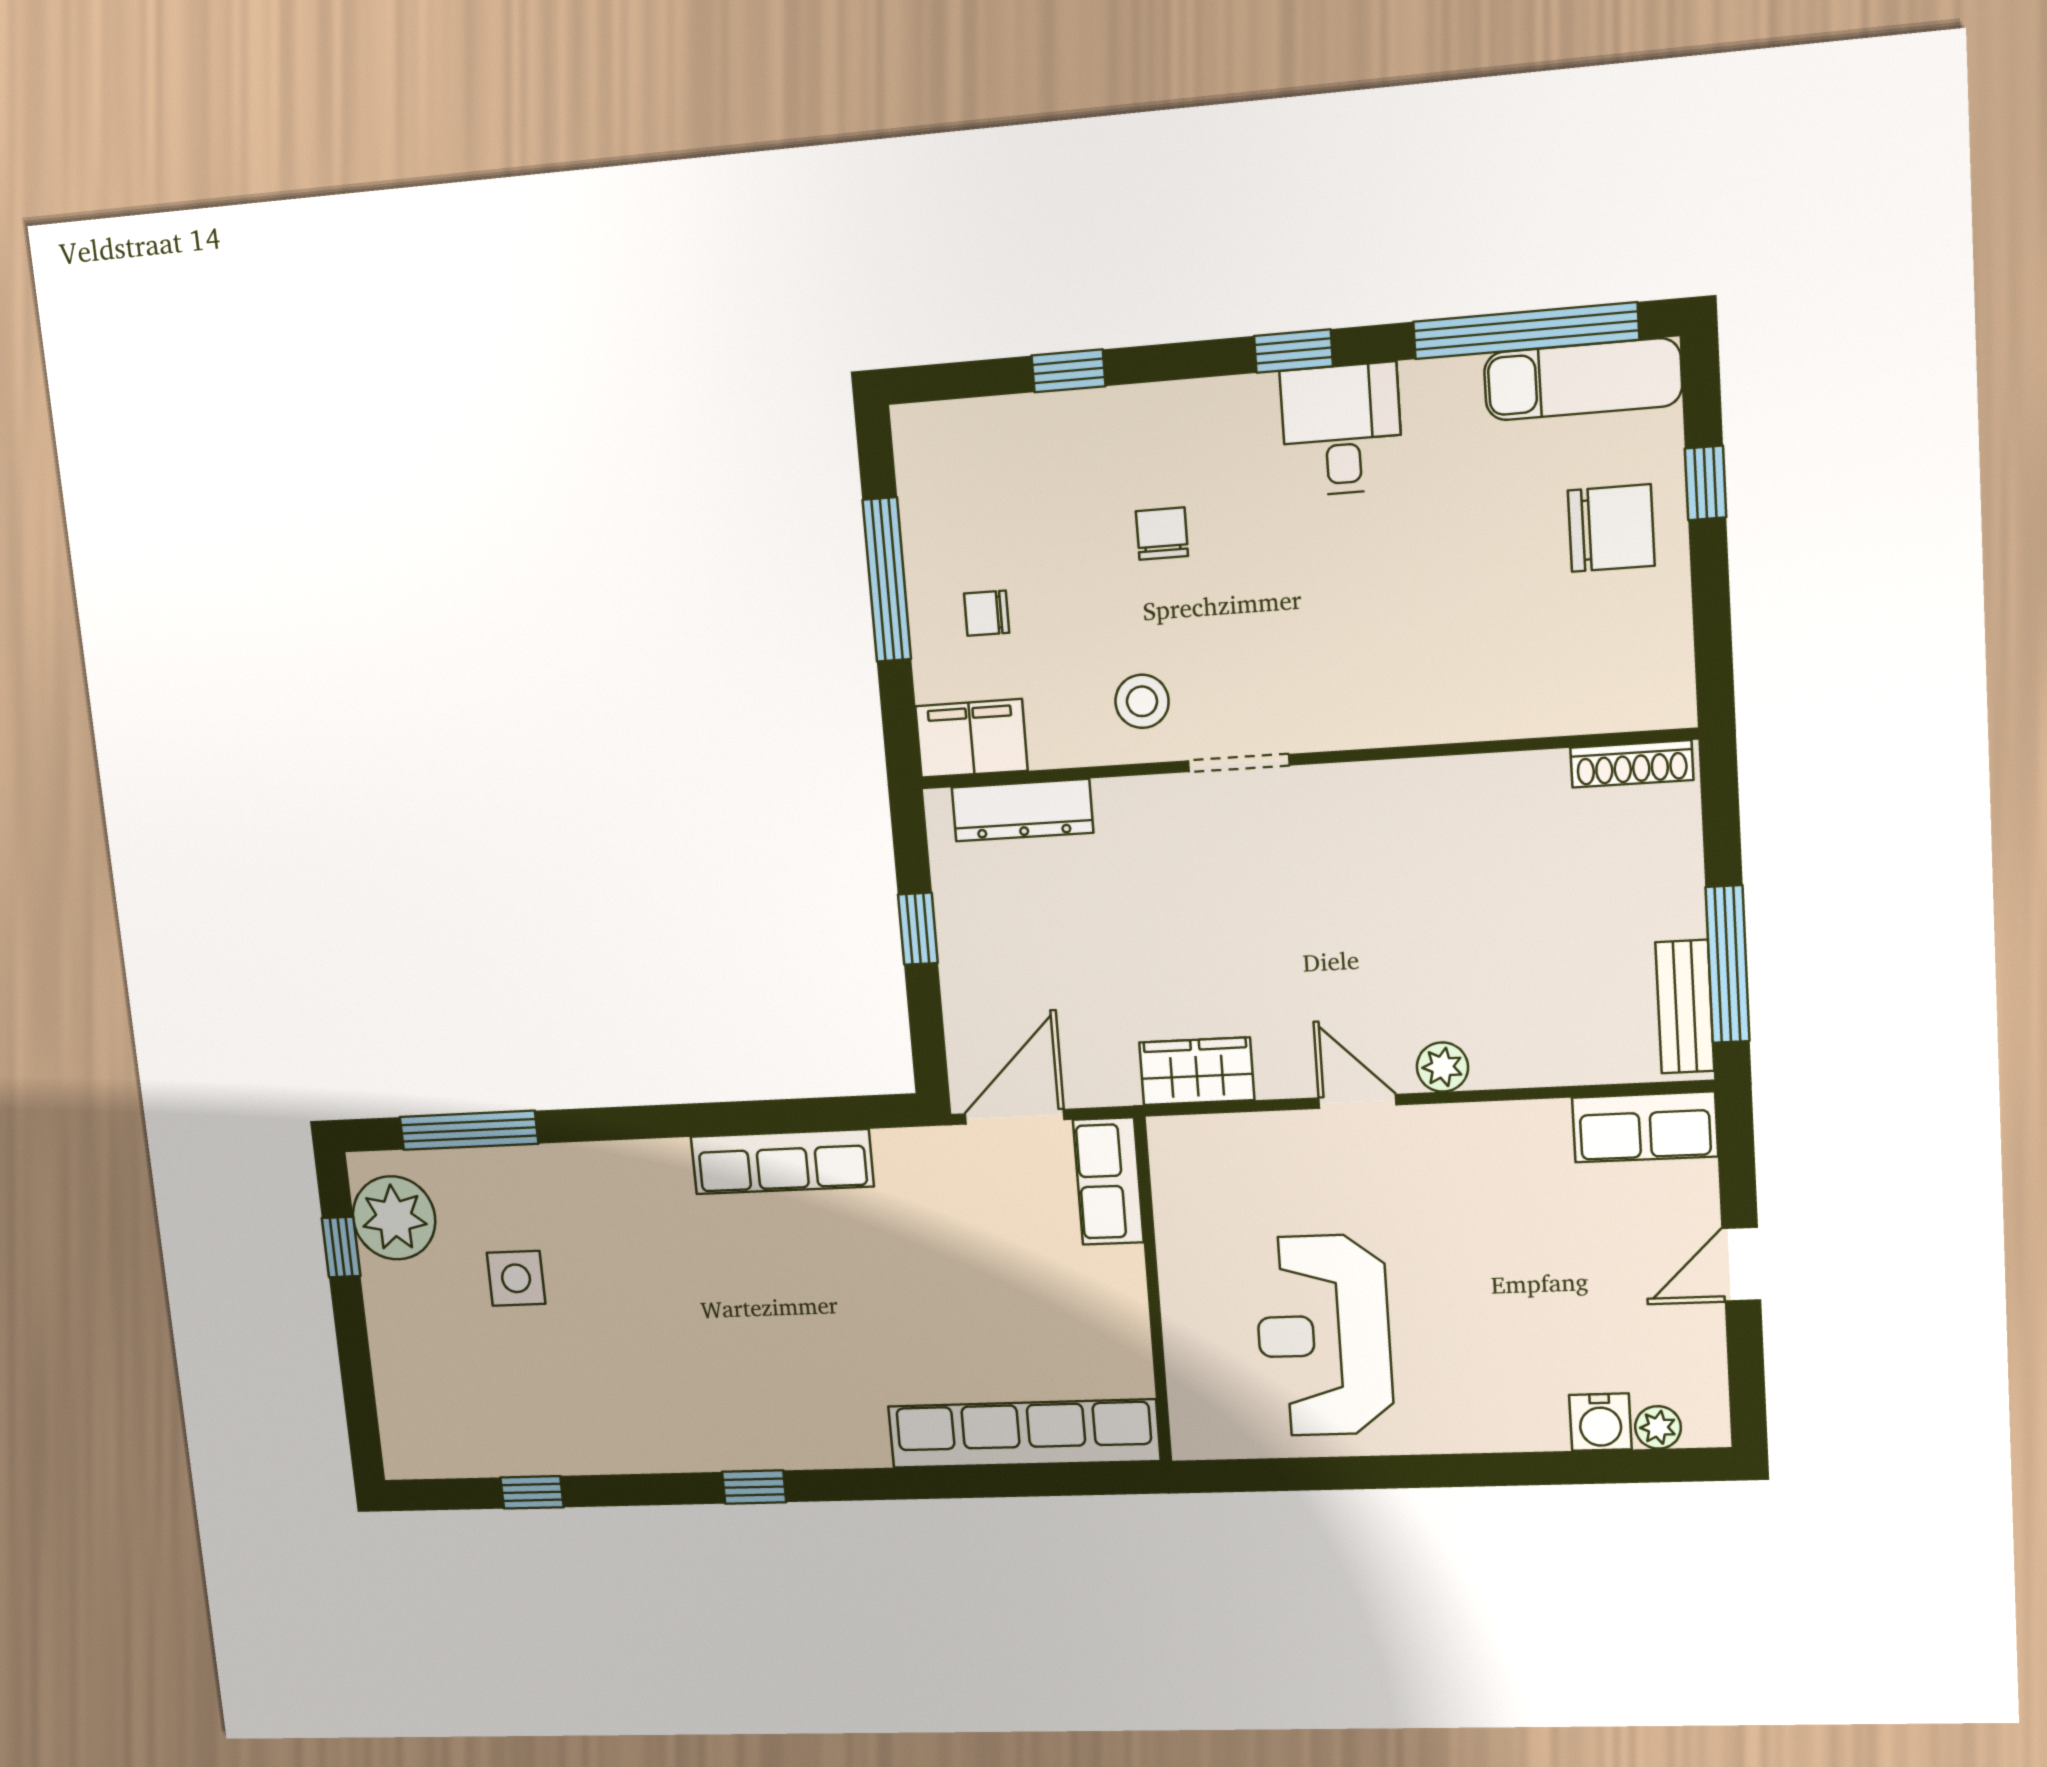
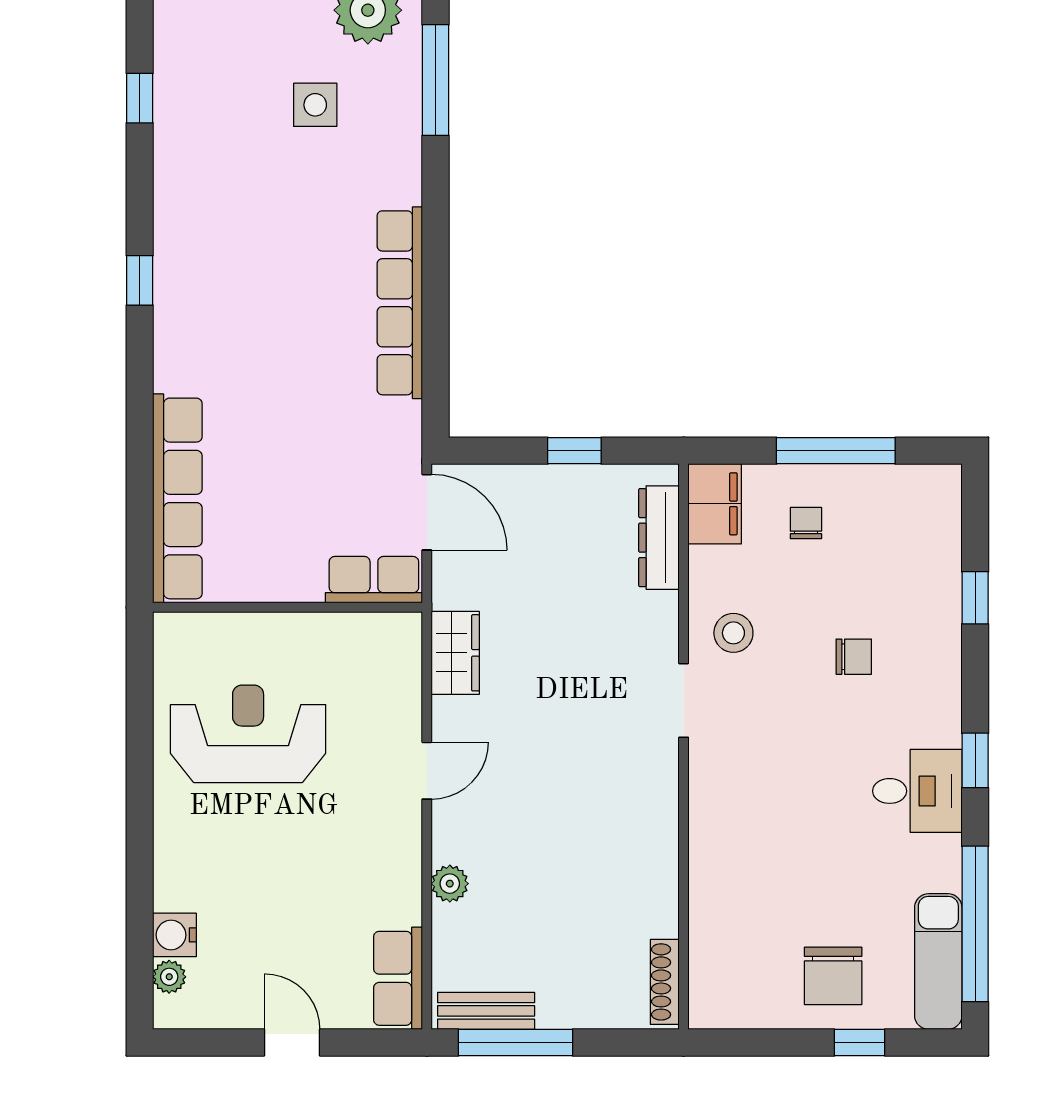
plant: (1442, 1067) -> (450, 884), moved
row of seats: (782, 1162) -> (400, 303), width x1.36

